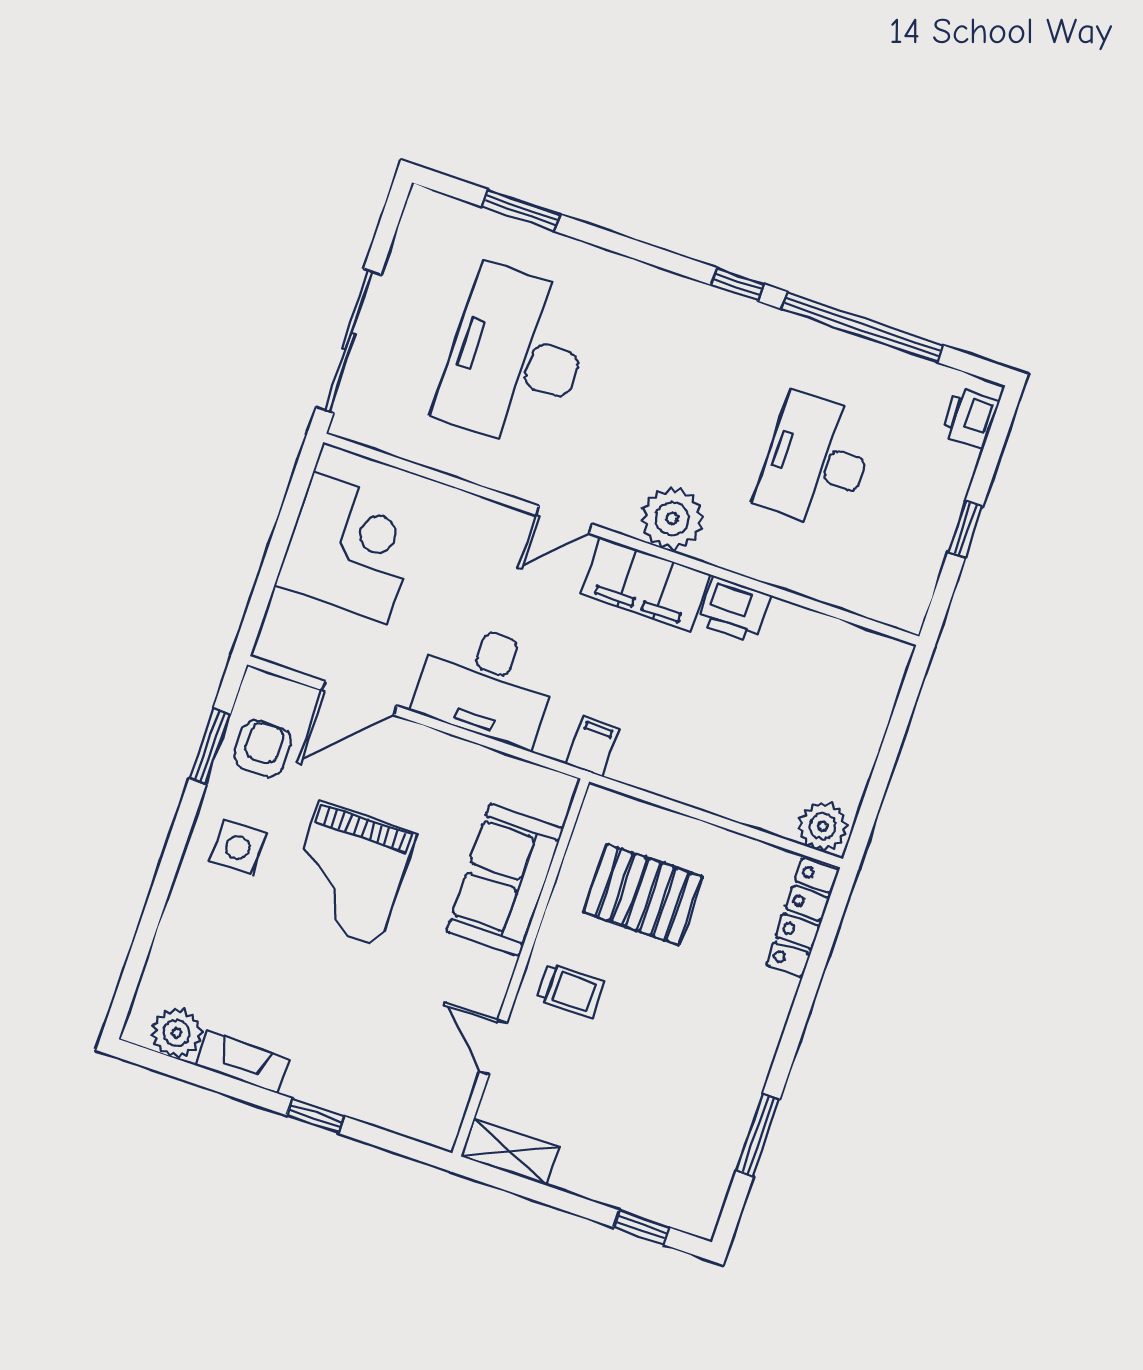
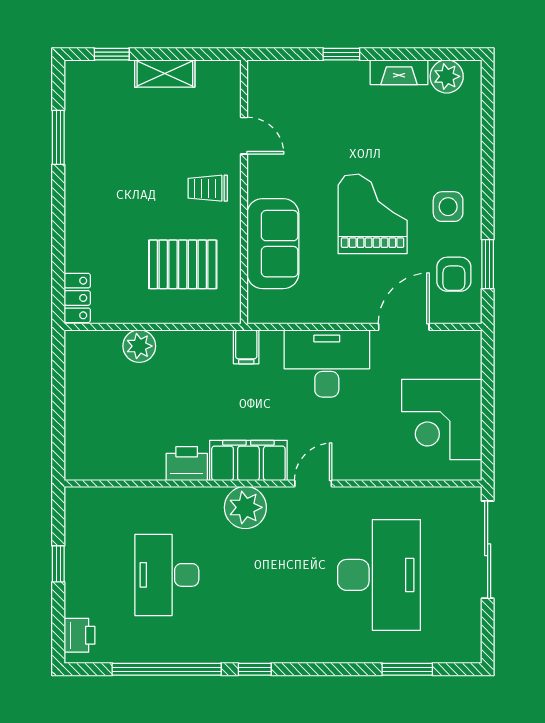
desk: (816, 461) -> (167, 575), turned 180
plant: (823, 826) -> (139, 346), moved
locker: (802, 917) -> (77, 298), width x0.66
shelving: (510, 1152) -> (165, 74), moved

